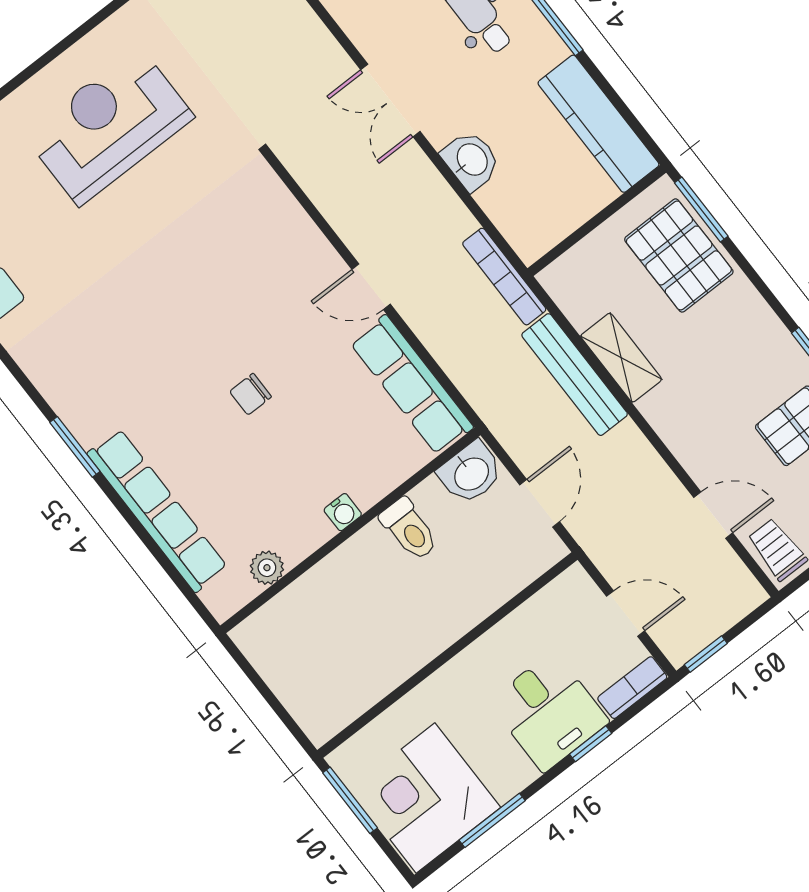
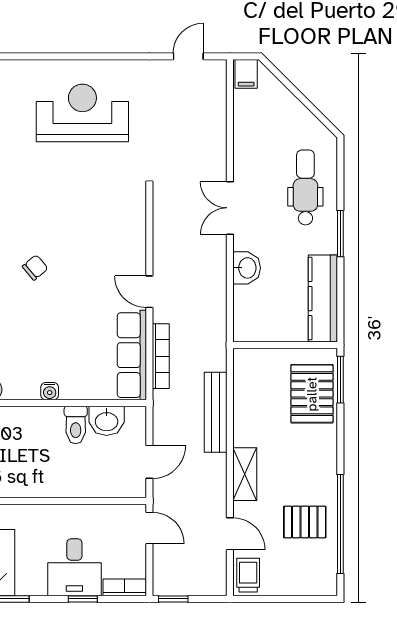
bookcase: (504, 277) -> (161, 356), moved, turned 180
shelving: (621, 358) -> (245, 474), moved
chair: (251, 394) -> (35, 268), moved, turned 140
washbasin: (471, 473) -> (107, 421), moved
door: (626, 614) -> (149, 528), moved

